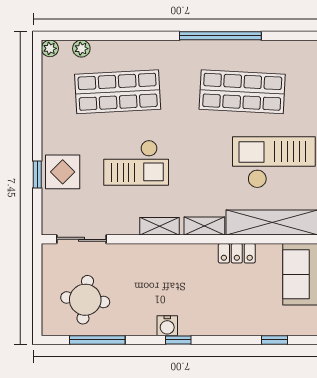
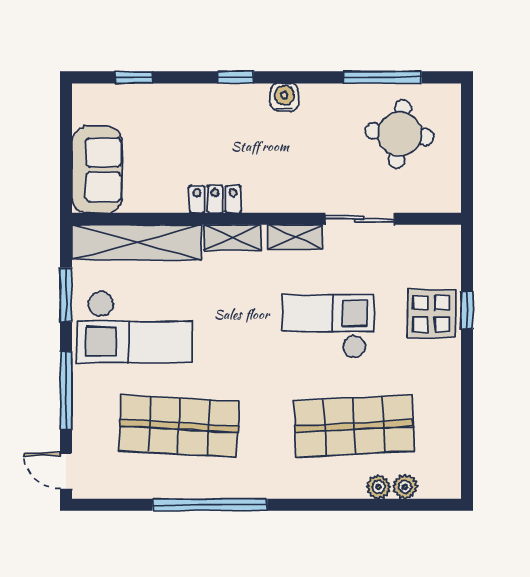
plant: (50, 48) -> (379, 487), moved
sliding door: (81, 239) -> (360, 219), moved
locker: (237, 253) -> (215, 199), moved
window: (178, 340) -> (236, 77), moved

